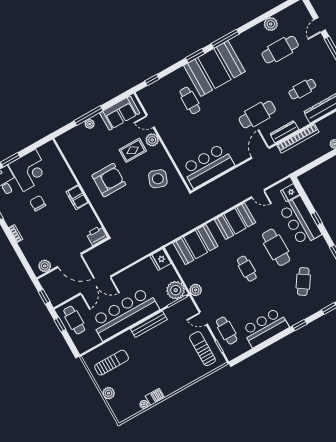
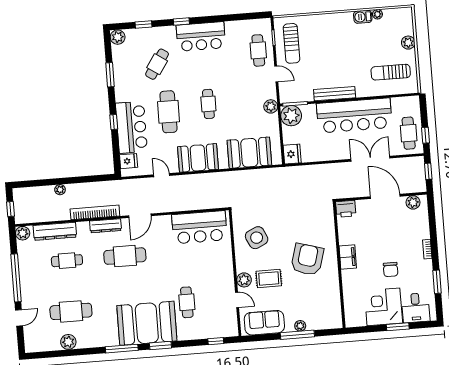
side table: (158, 179) -> (257, 238), turned 45
armchair: (109, 180) -> (307, 259), turned 106
bar counter: (265, 328) -> (201, 36), moved

